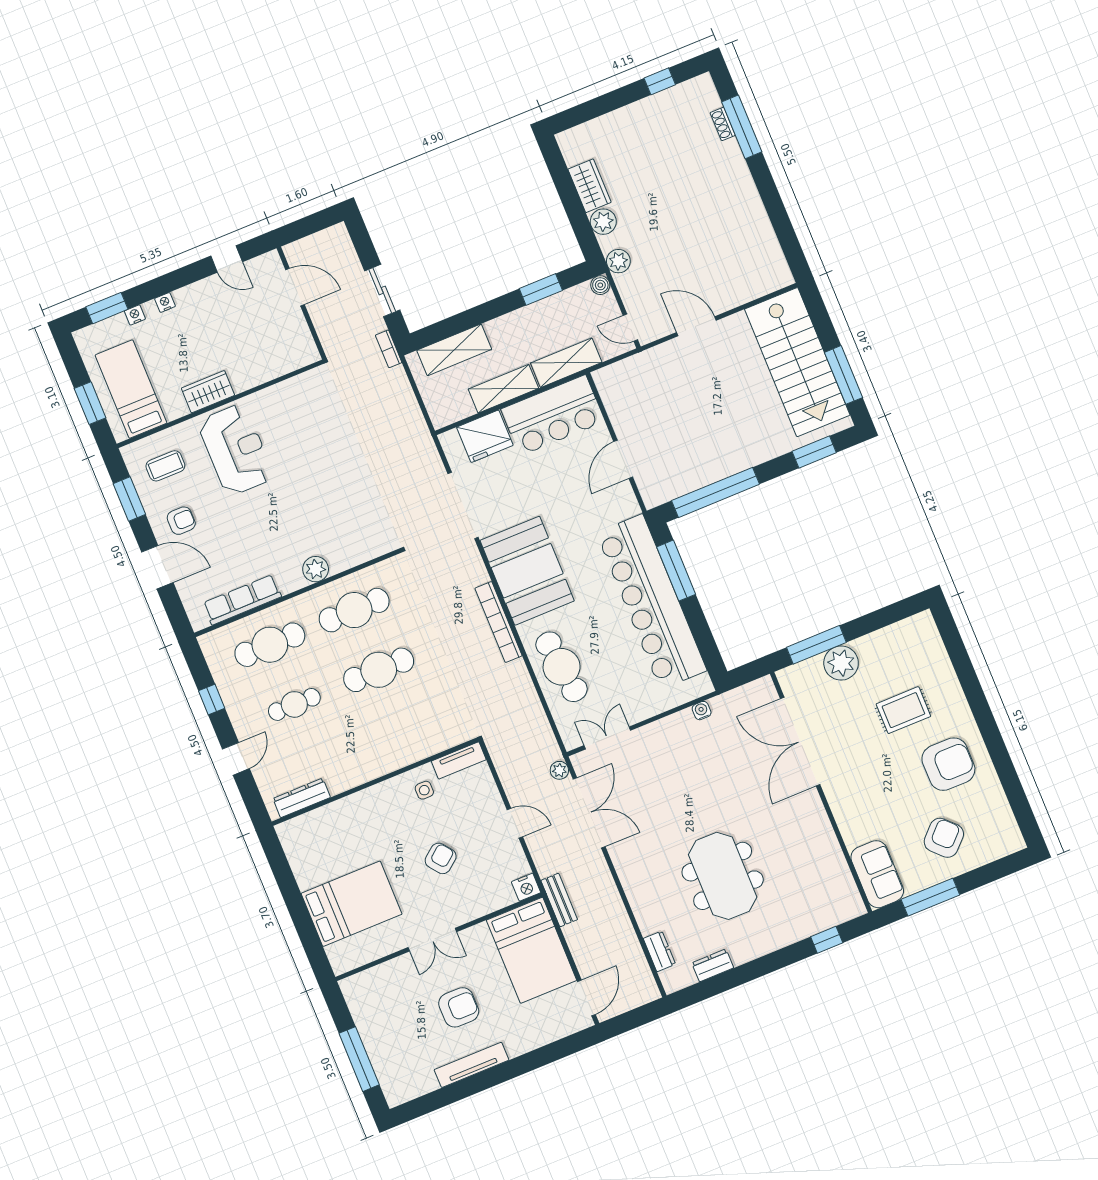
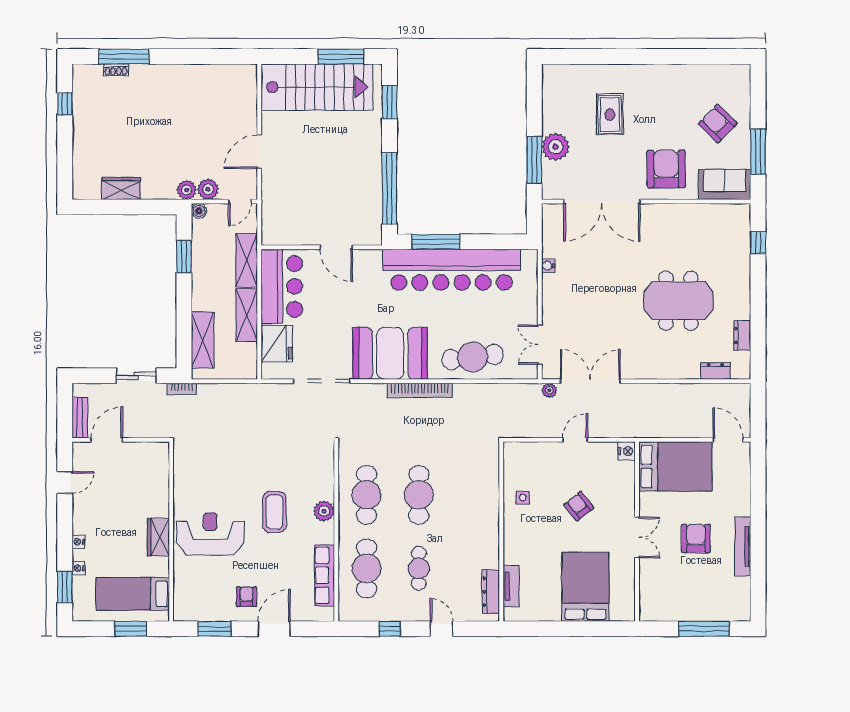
plant: (603, 222) -> (208, 189), moved
coffee table: (165, 466) -> (274, 512), moved, width x1.36, depth x1.30
tv unit: (459, 760) -> (511, 586), moved
armchair: (948, 764) -> (666, 169), moved
bench: (559, 900) -> (80, 418), moved, turned 90

